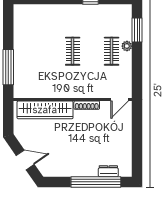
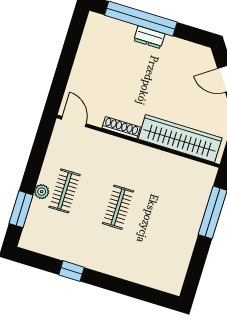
door: (120, 100) -> (74, 121), hinge flipped
dresser: (108, 171) -> (149, 37), moved

